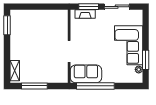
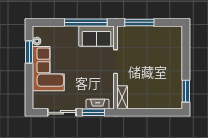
shelving: (15, 71) -> (122, 97), moved
window: (34, 86) -> (139, 22), moved

